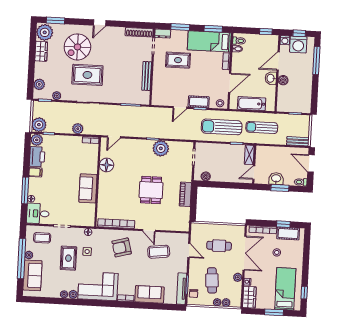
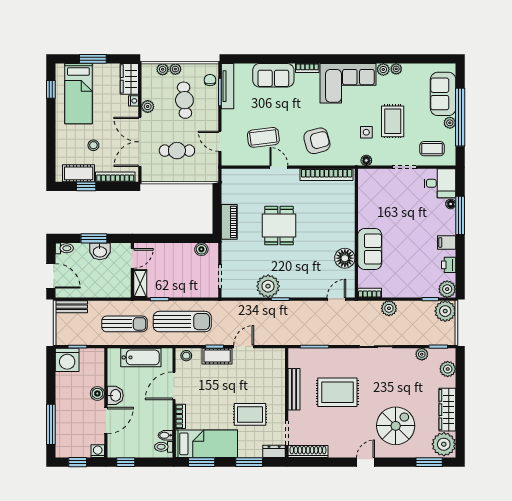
washing machine: (298, 45) -> (67, 360), moved, turned 180
wardrobe: (41, 51) -> (447, 410), width x1.50
rug: (87, 75) -> (337, 392), moved
printer: (37, 157) -> (449, 265), width x0.53, depth x0.68
sofa: (88, 188) -> (370, 249), moved

